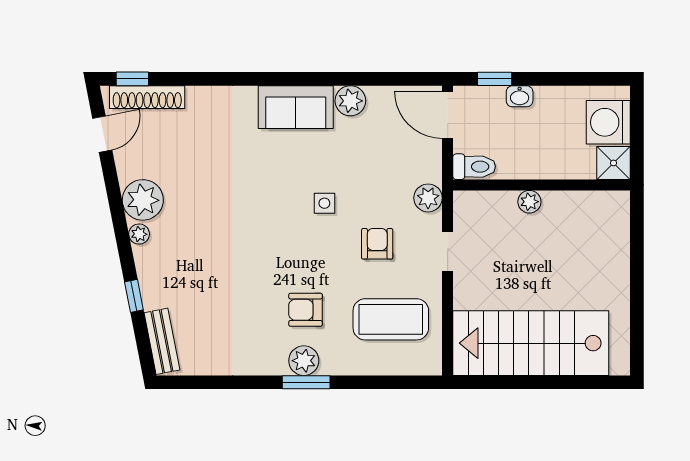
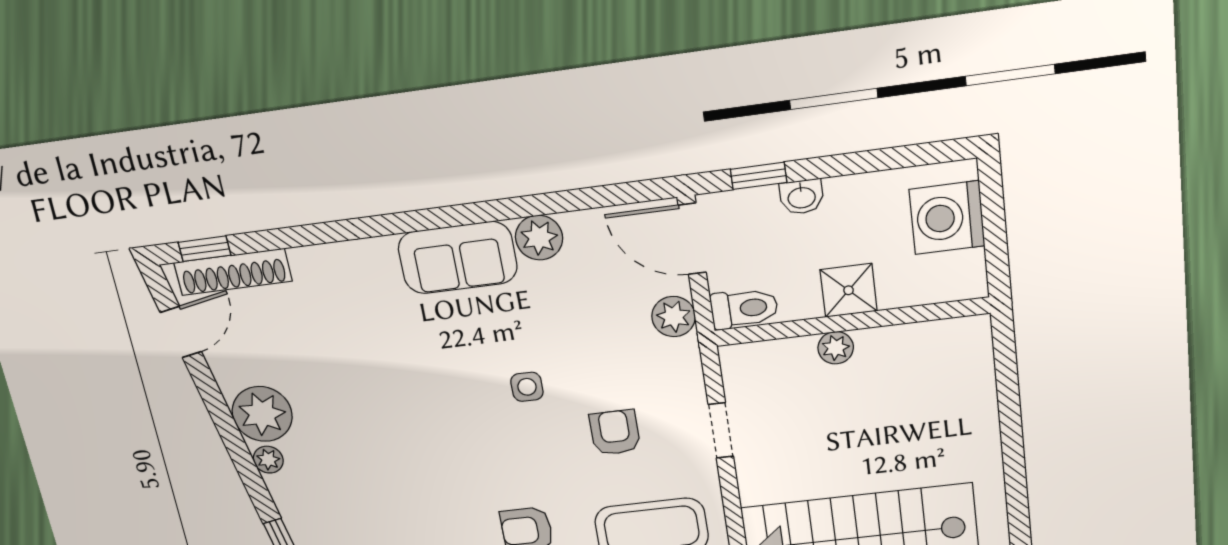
shower: (614, 163) -> (849, 290), moved
plant: (428, 198) -> (674, 317), moved

